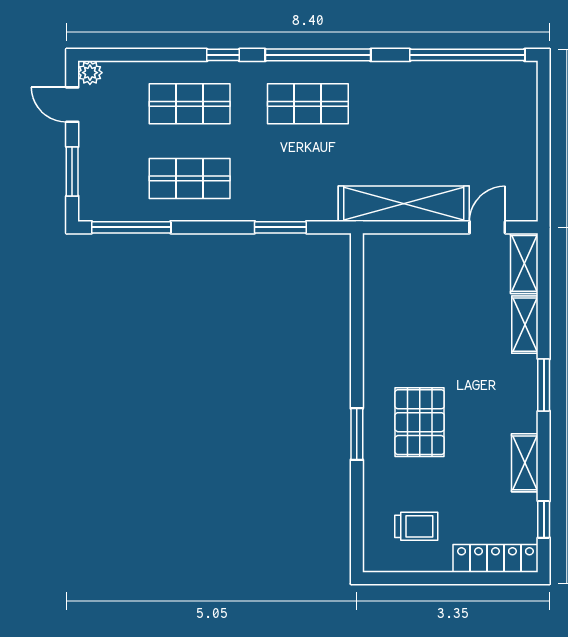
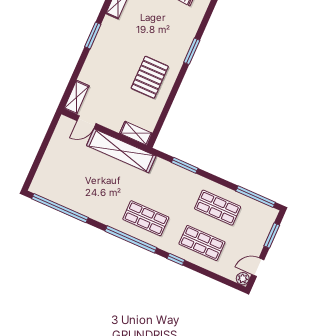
door: (72, 105) -> (258, 267), swing flipped
shelving: (525, 325) -> (136, 133), moved, turned 90
pallet: (420, 422) -> (150, 77), moved

